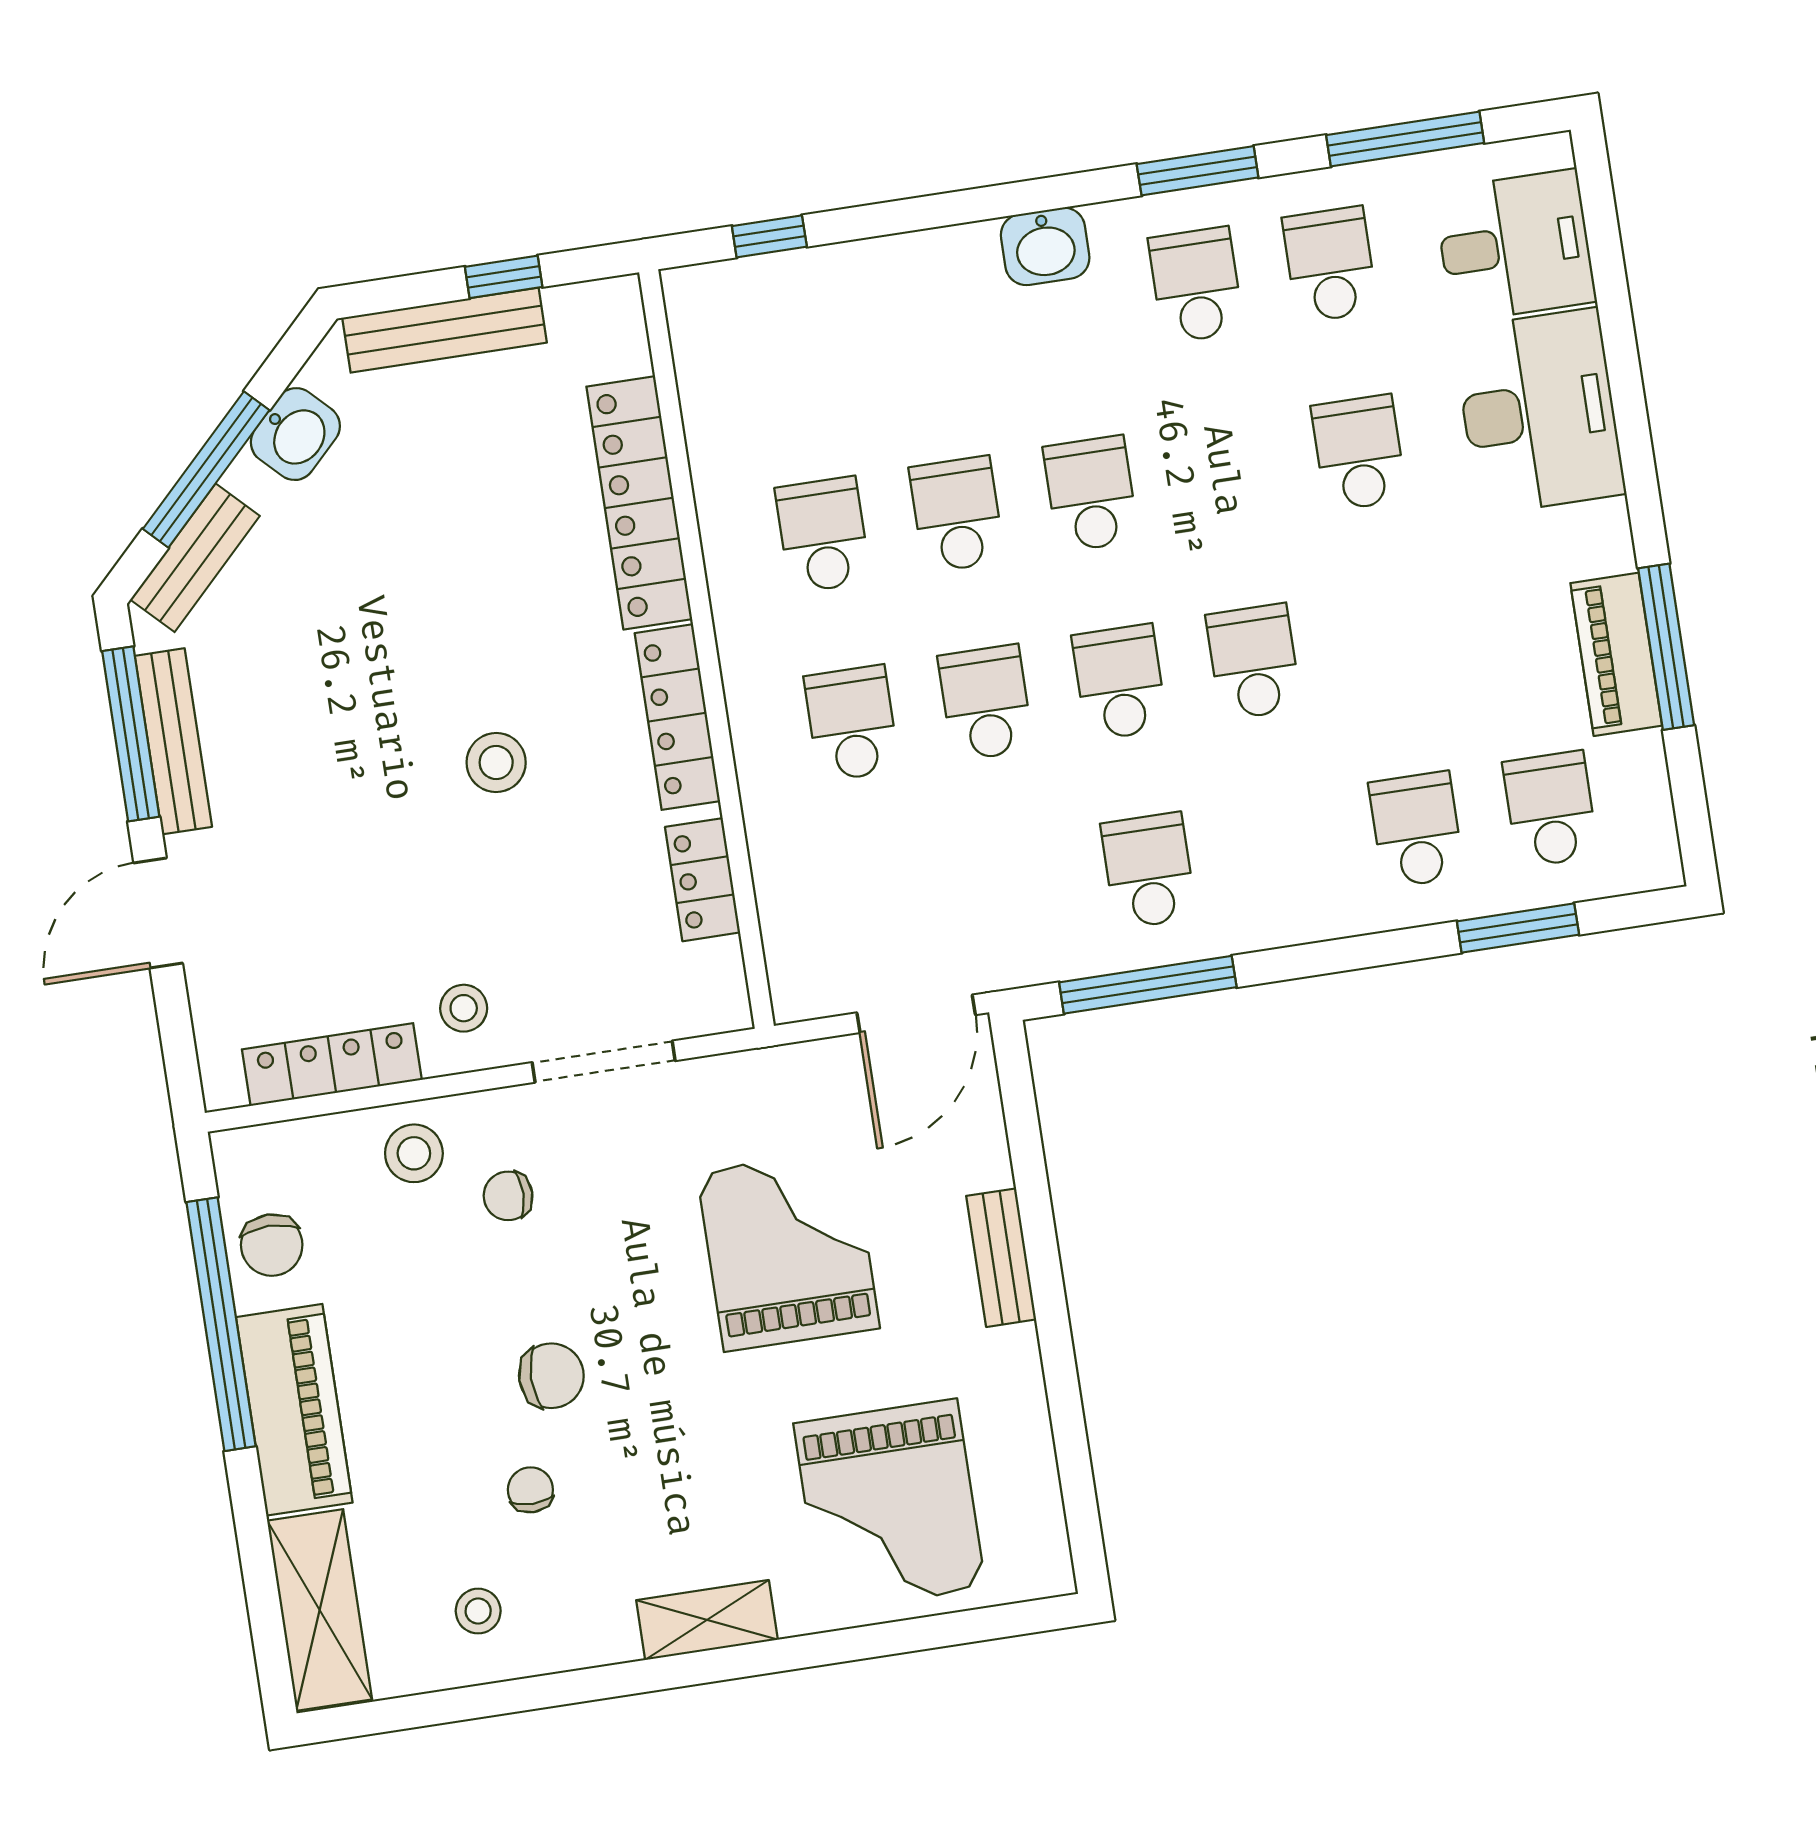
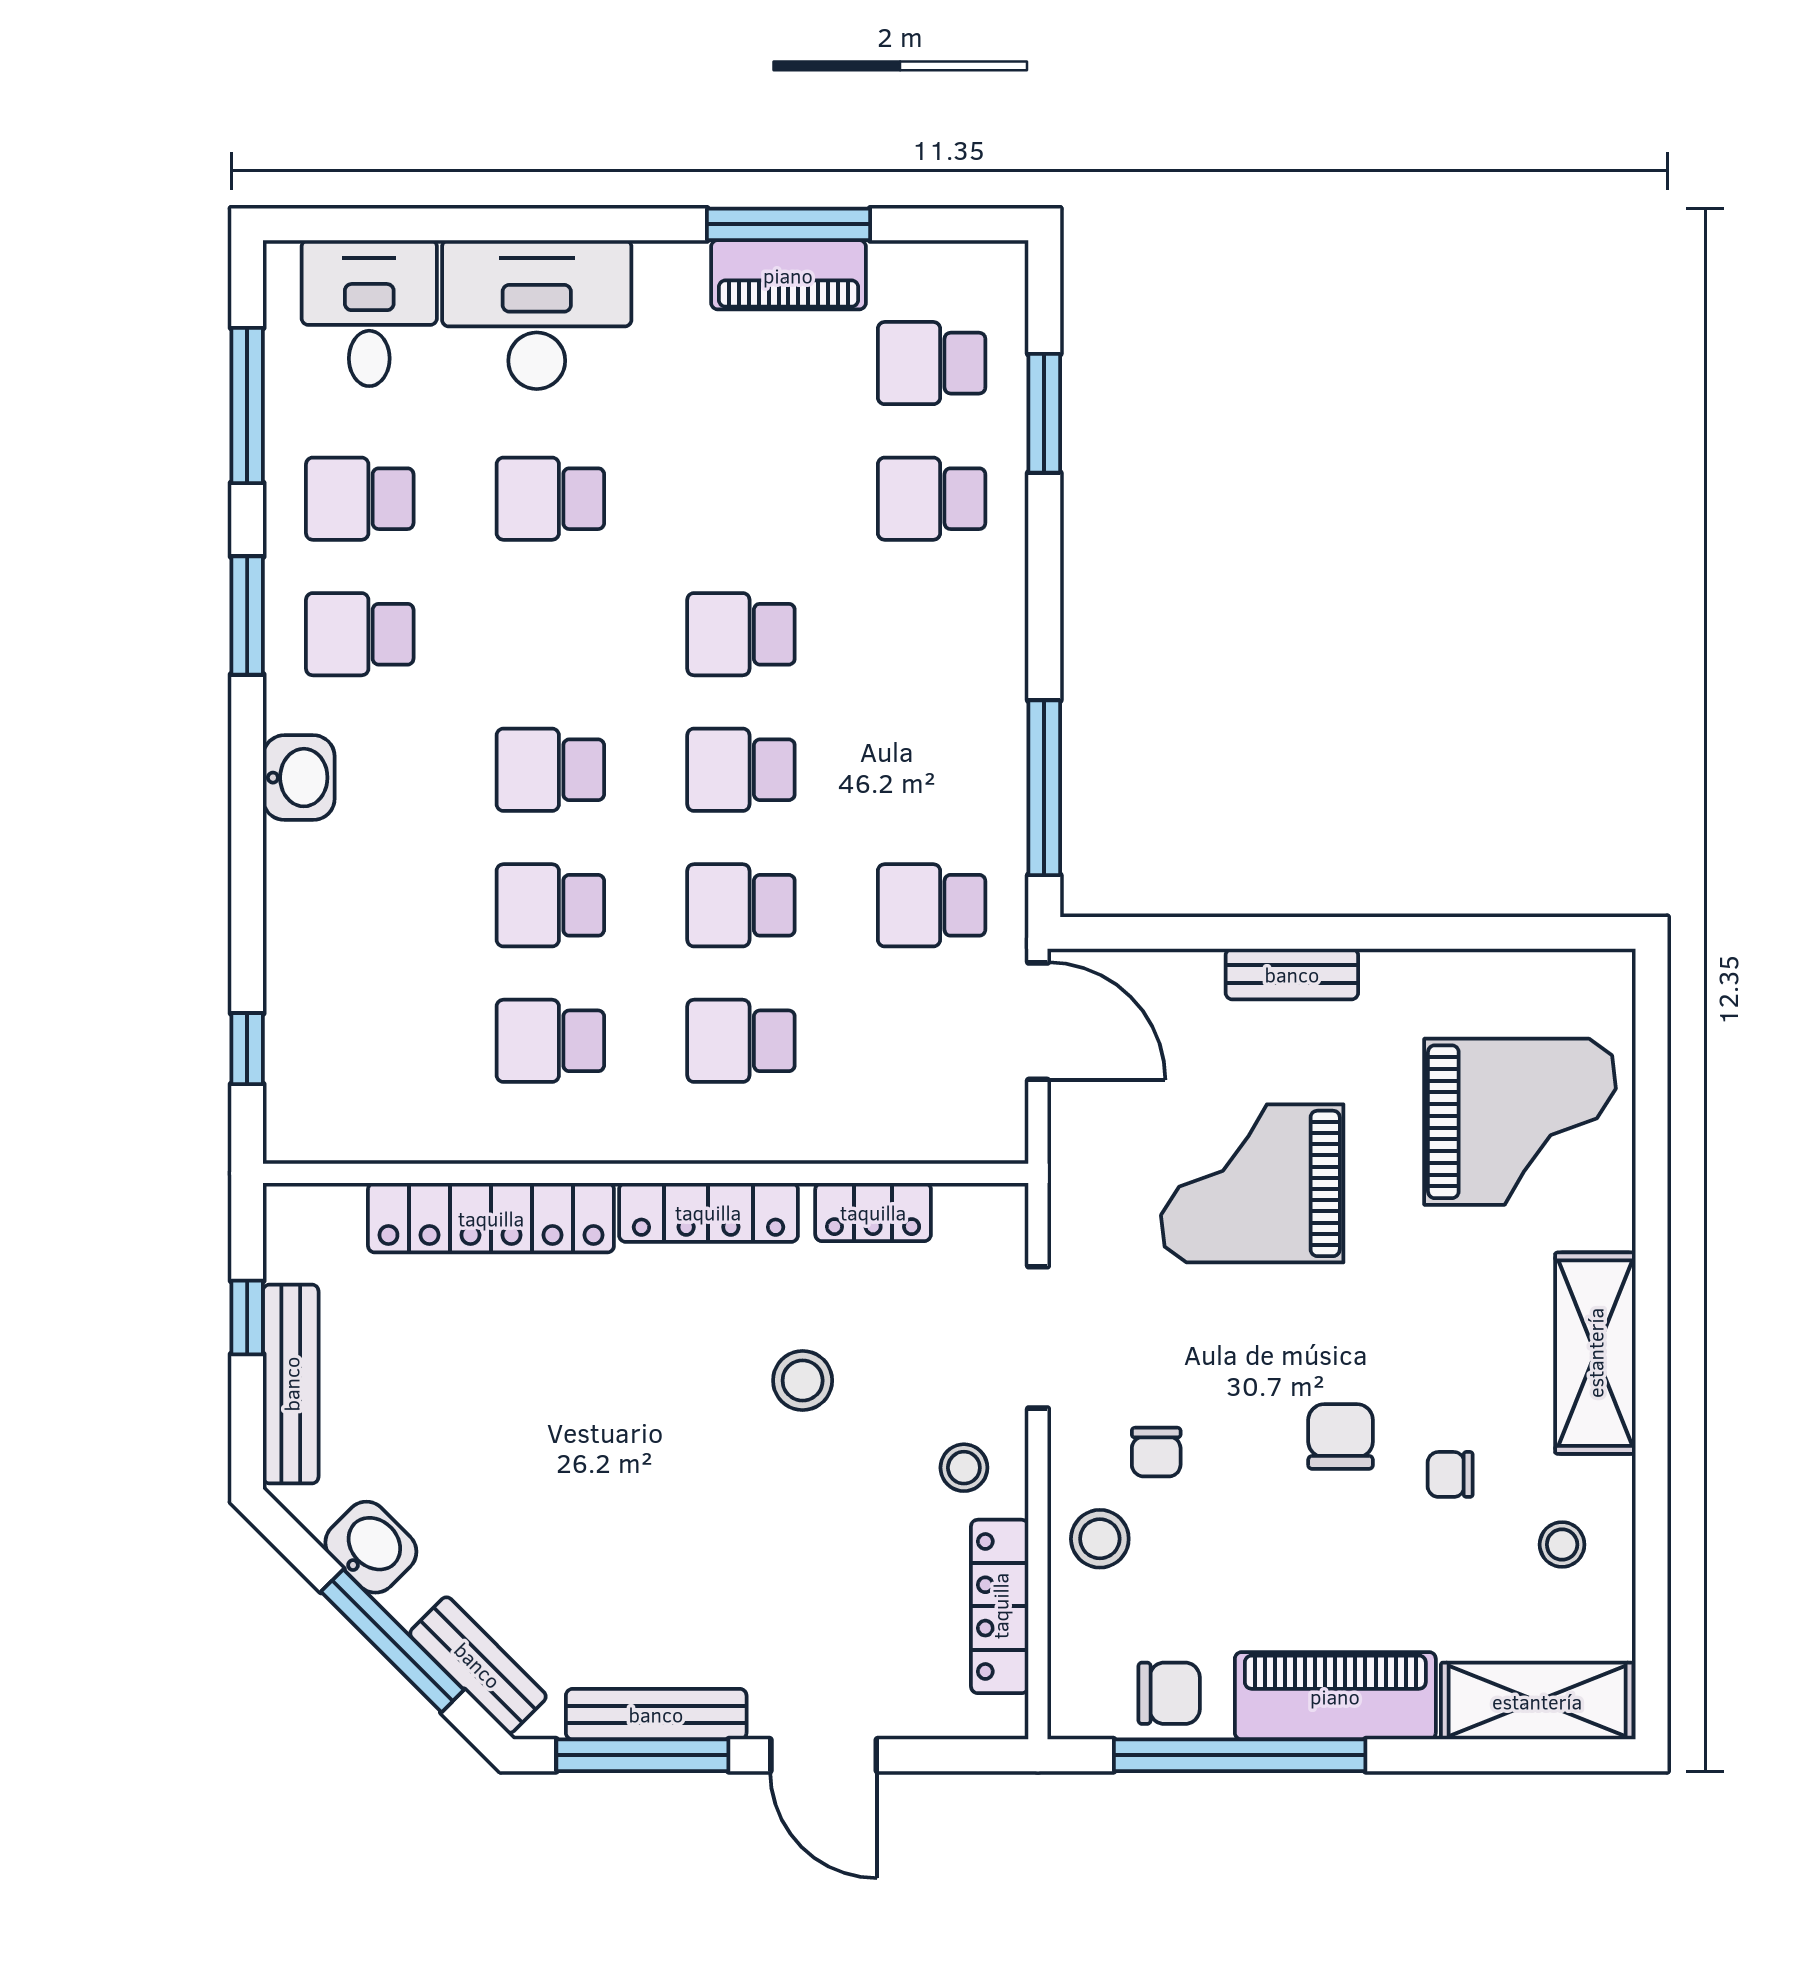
stool: (496, 763) -> (803, 1380), moved
school desk: (1149, 871) -> (932, 905), moved
shelving: (707, 1620) -> (1595, 1353), width x1.50, depth x1.33

